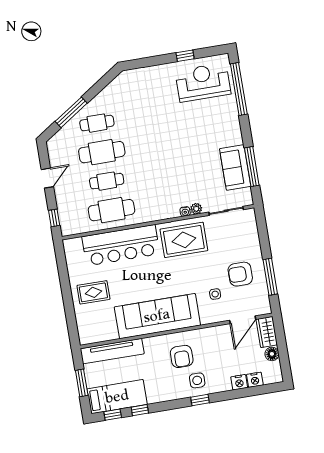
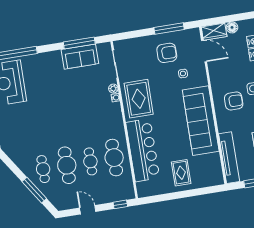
armchair: (240, 274) -> (167, 53), turned -90

